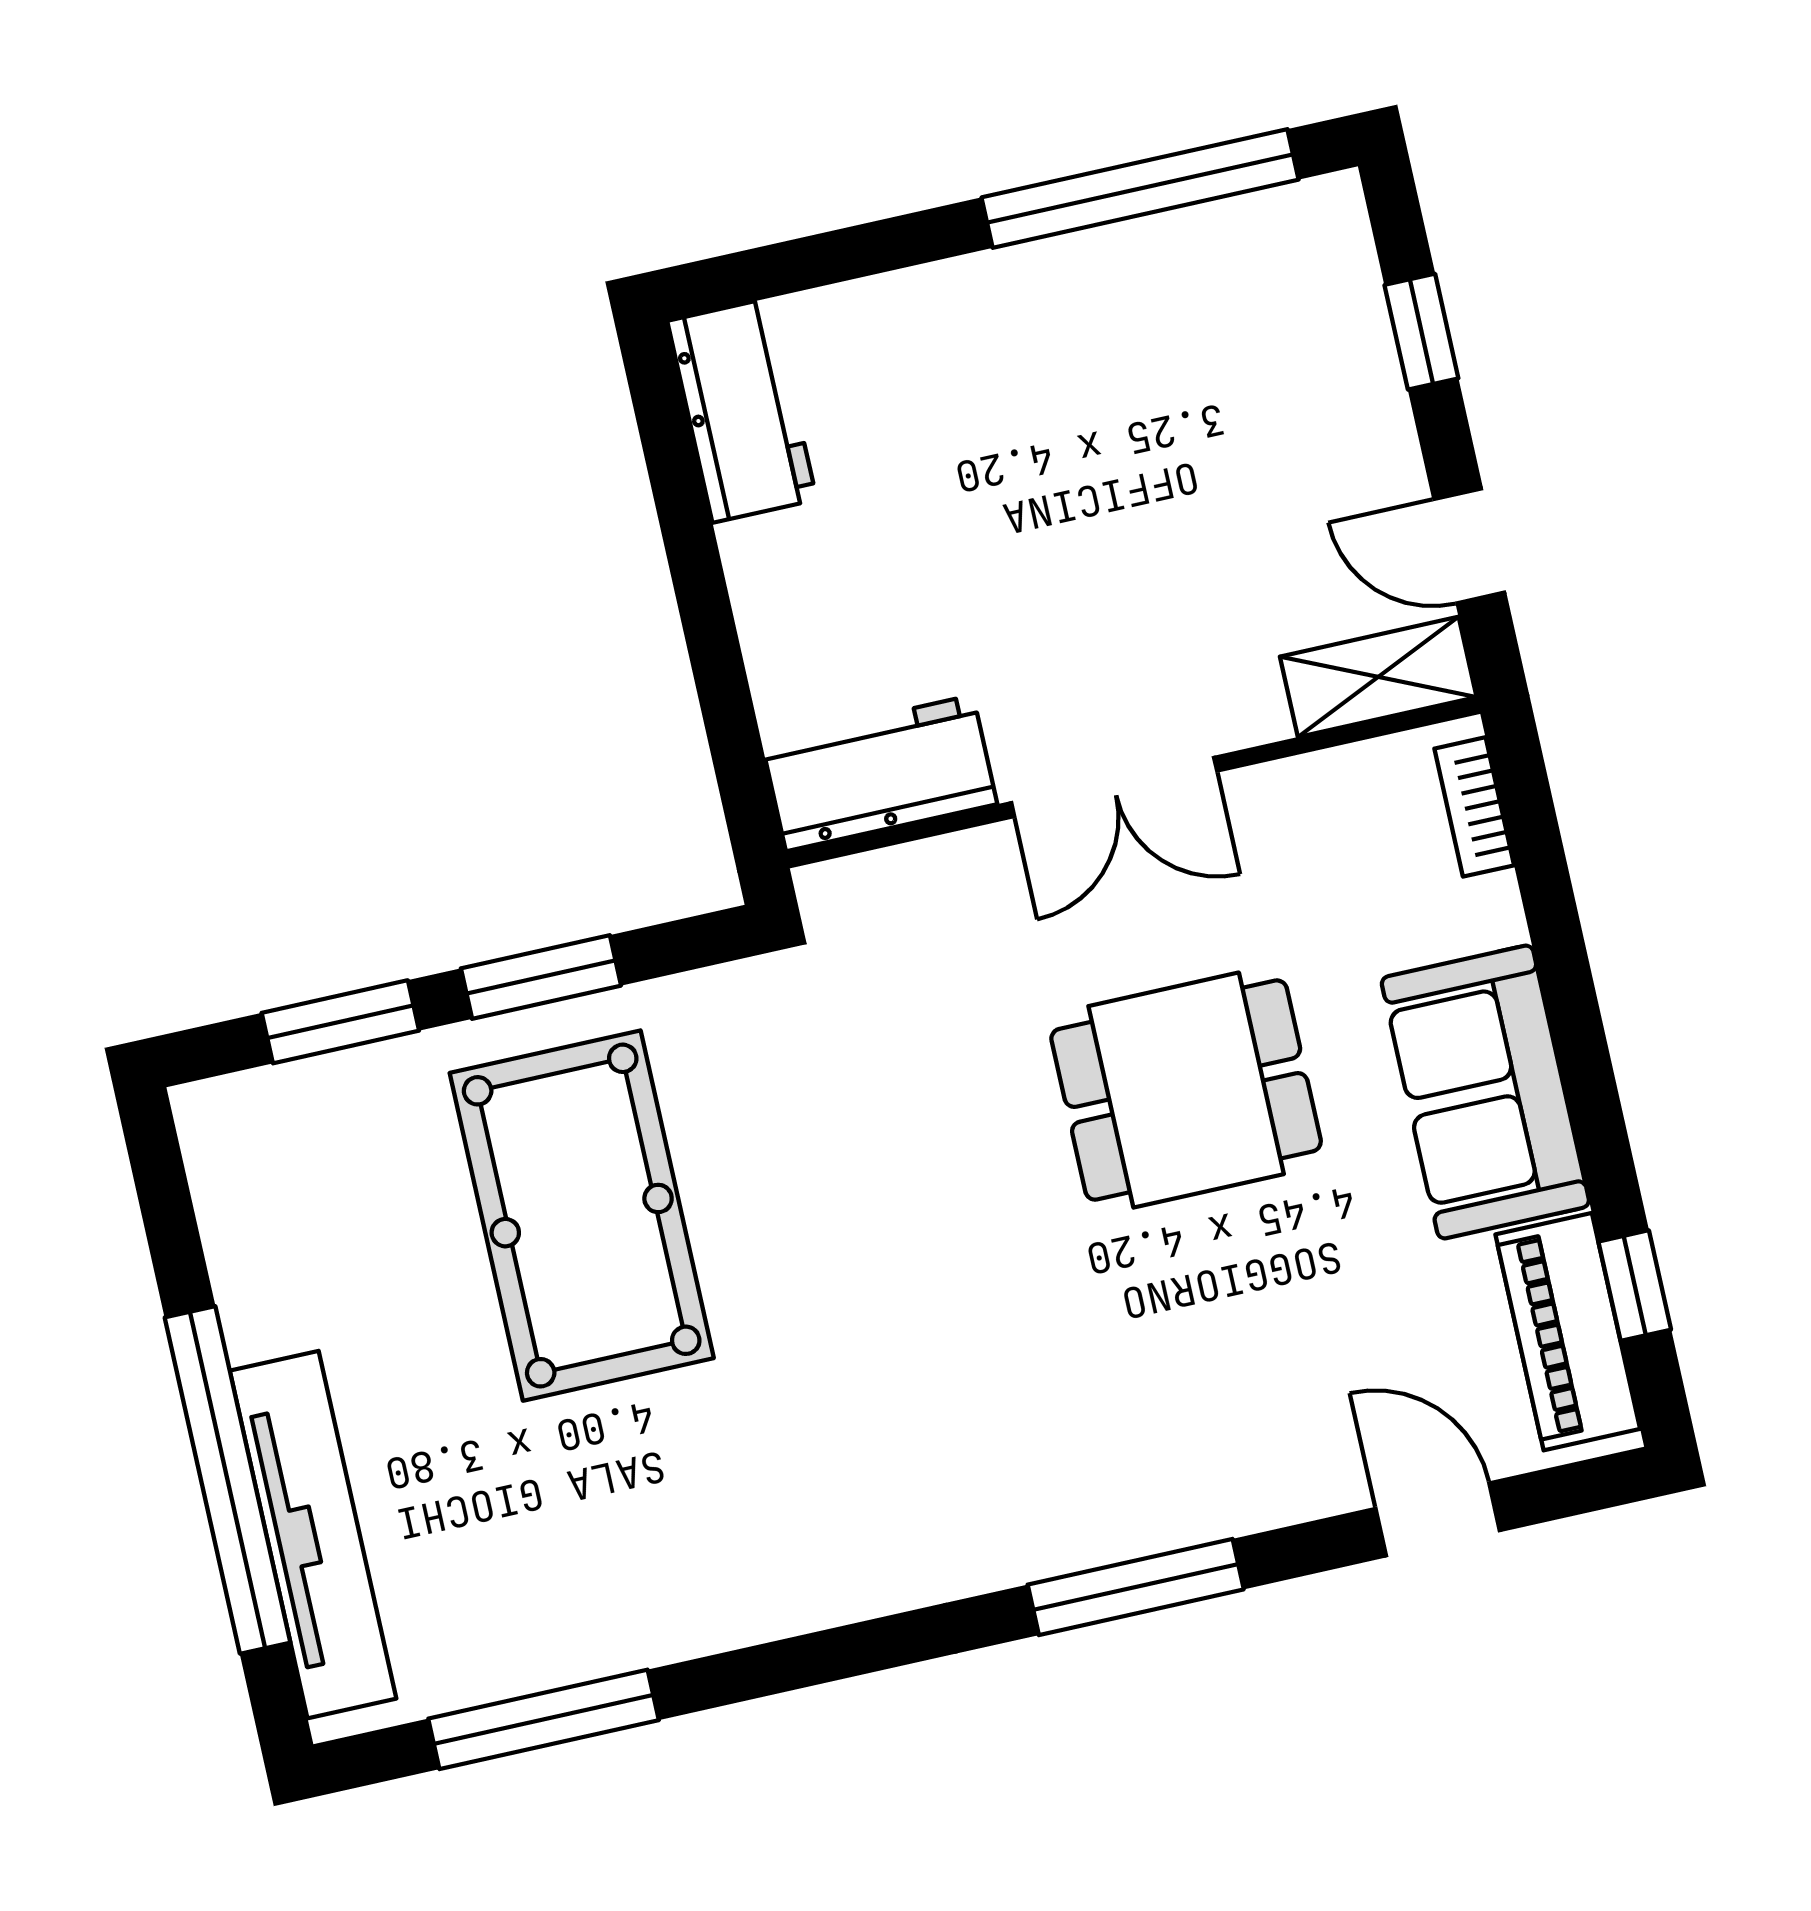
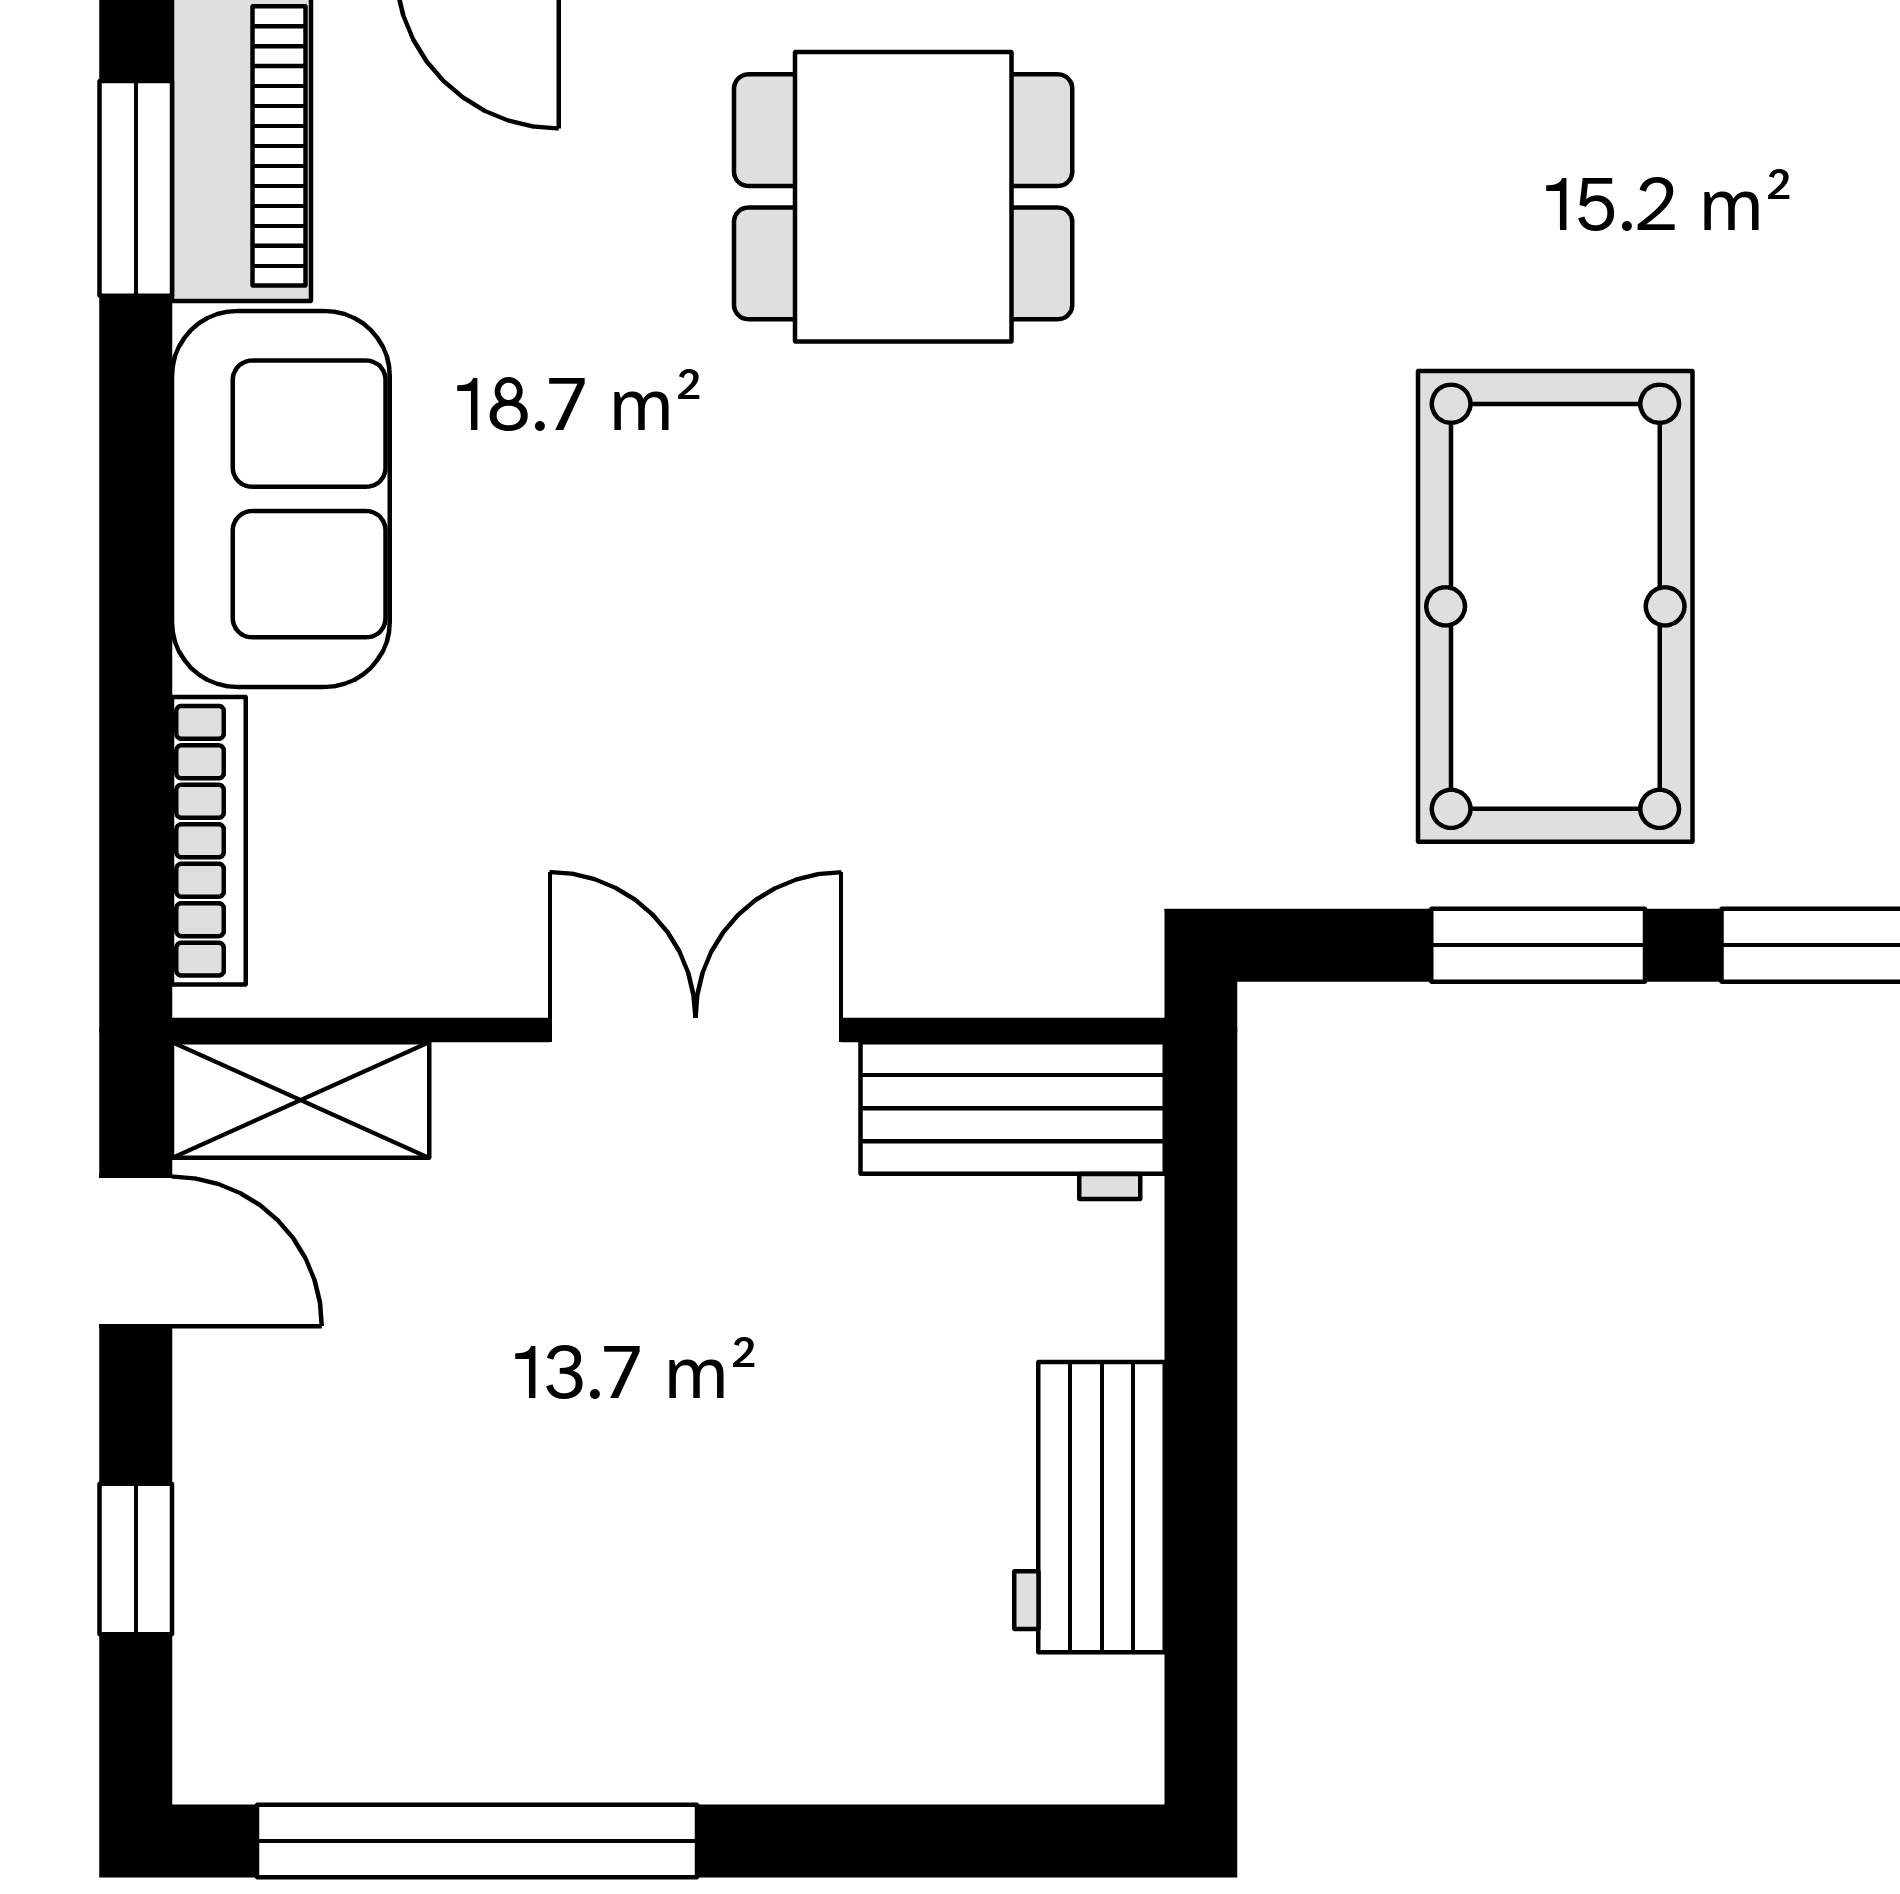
workbench: (742, 410) -> (1089, 1507), moved
bookcase: (1474, 807) -> (209, 841), width x1.56
dining table: (1186, 1090) -> (903, 197), moved
window: (1635, 1286) -> (136, 188), width x1.50

